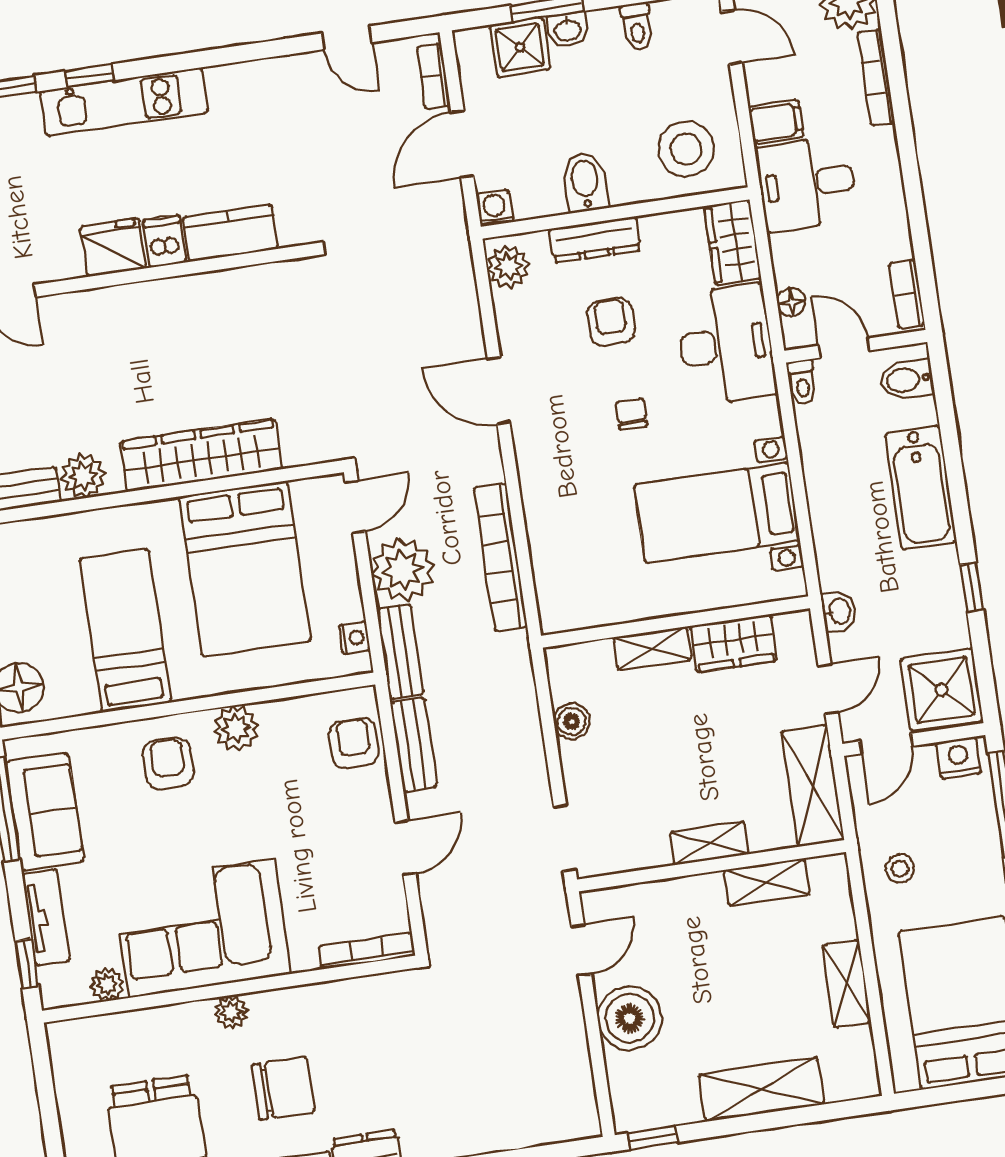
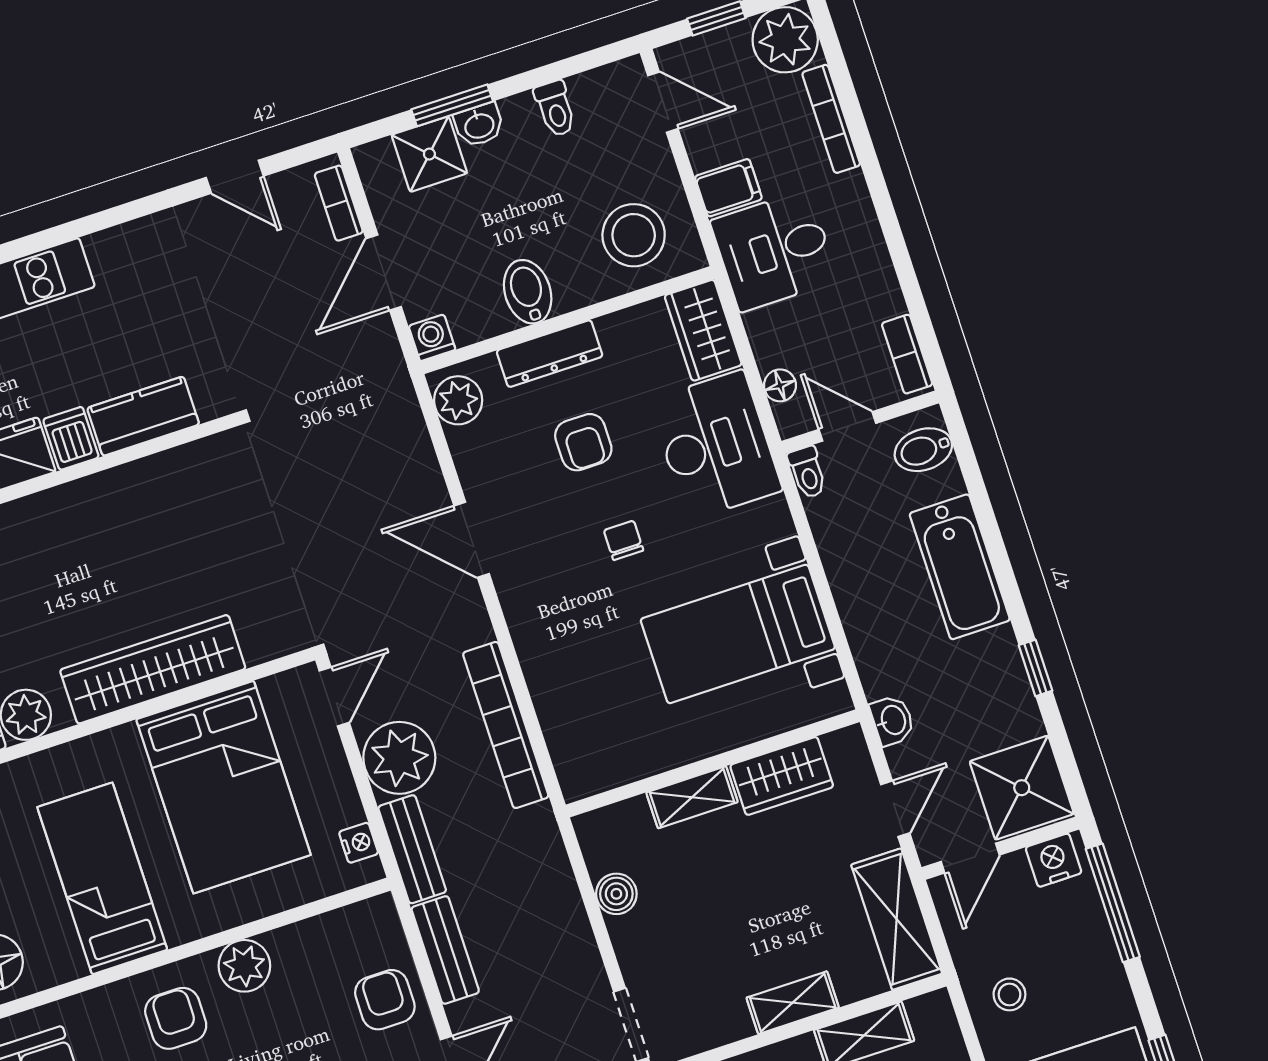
armchair: (611, 322) -> (583, 442), turned 180
armchair: (354, 743) -> (385, 1000), moved

